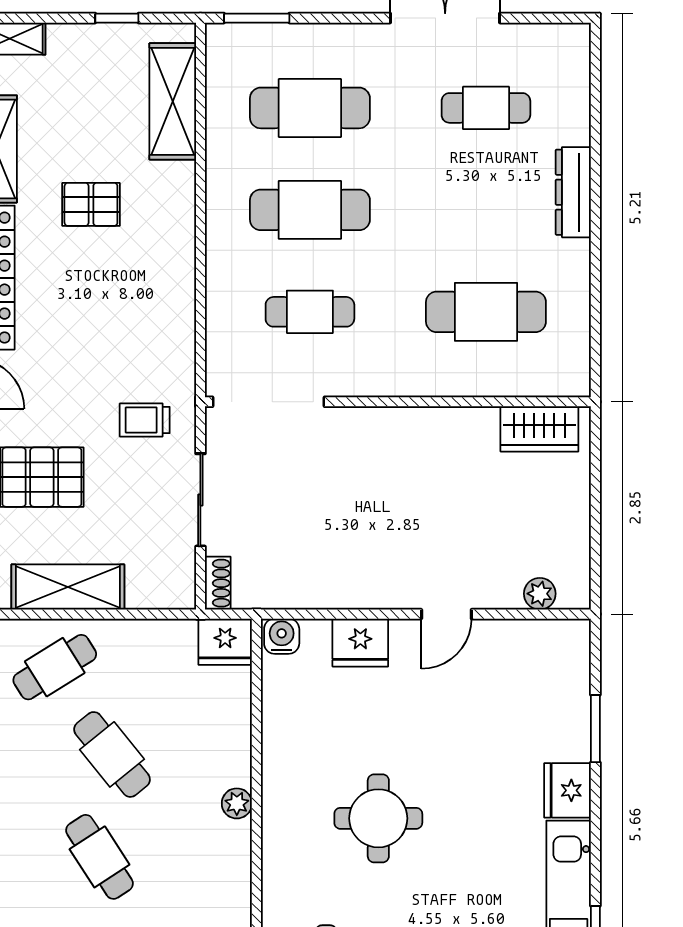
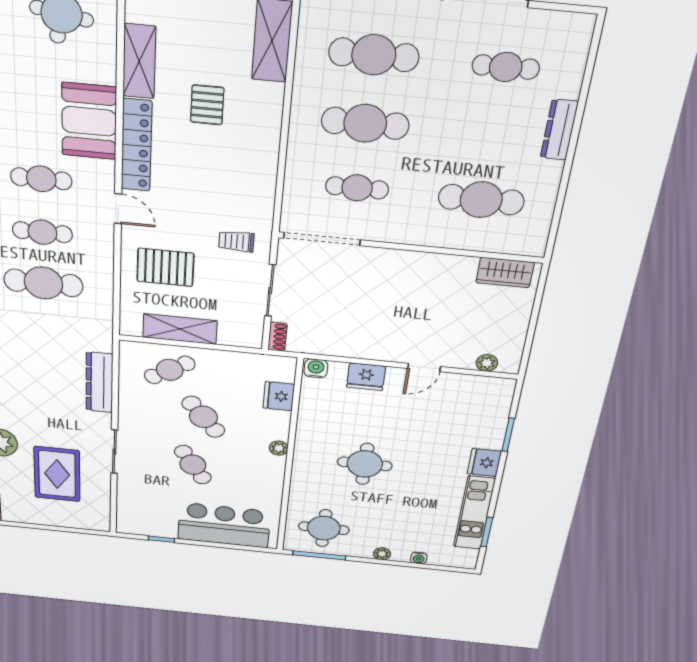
pallet: (91, 204) -> (207, 105), turned 90
fridge: (225, 642) -> (279, 396), moved, turned 90

